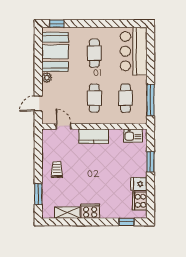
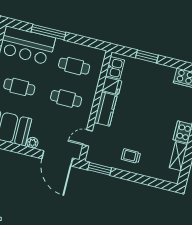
window: (150, 100) -> (48, 32), moved
door: (38, 104) -> (57, 158), width x1.88
fridge: (139, 184) -> (112, 86), moved, turned -90
window: (38, 194) -> (100, 169), moved

